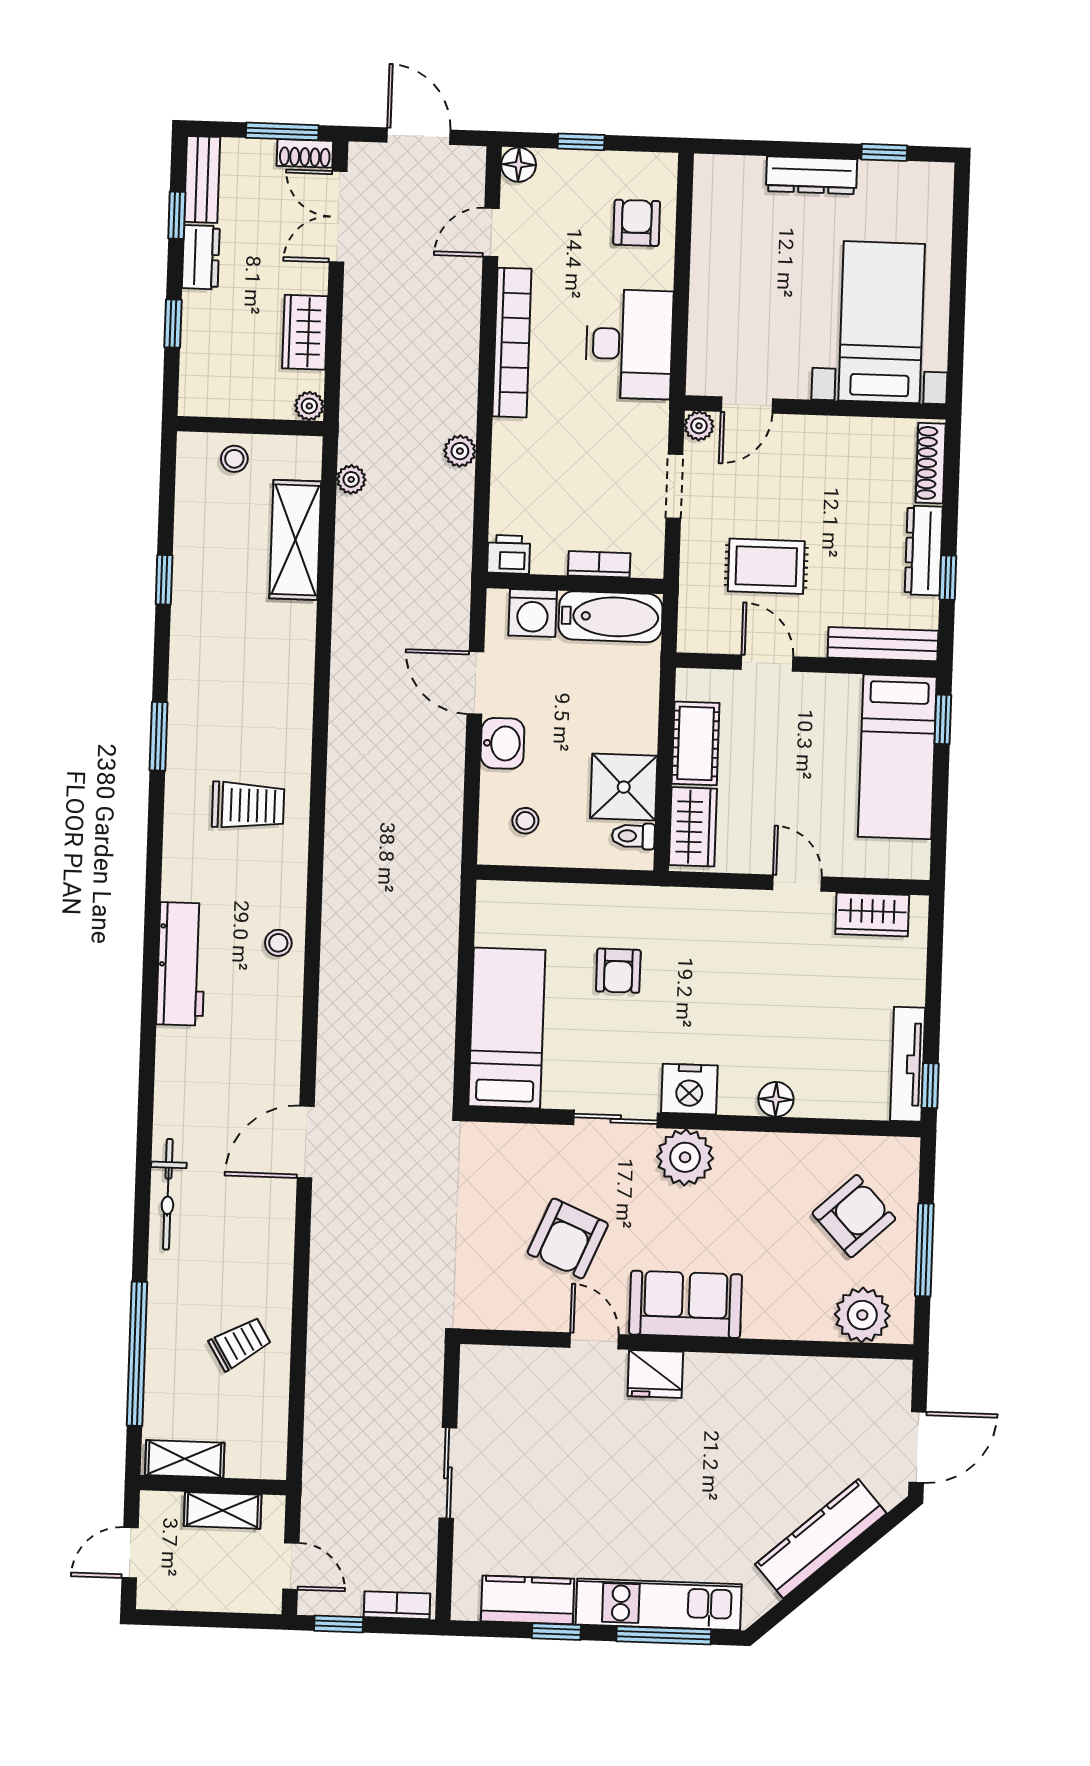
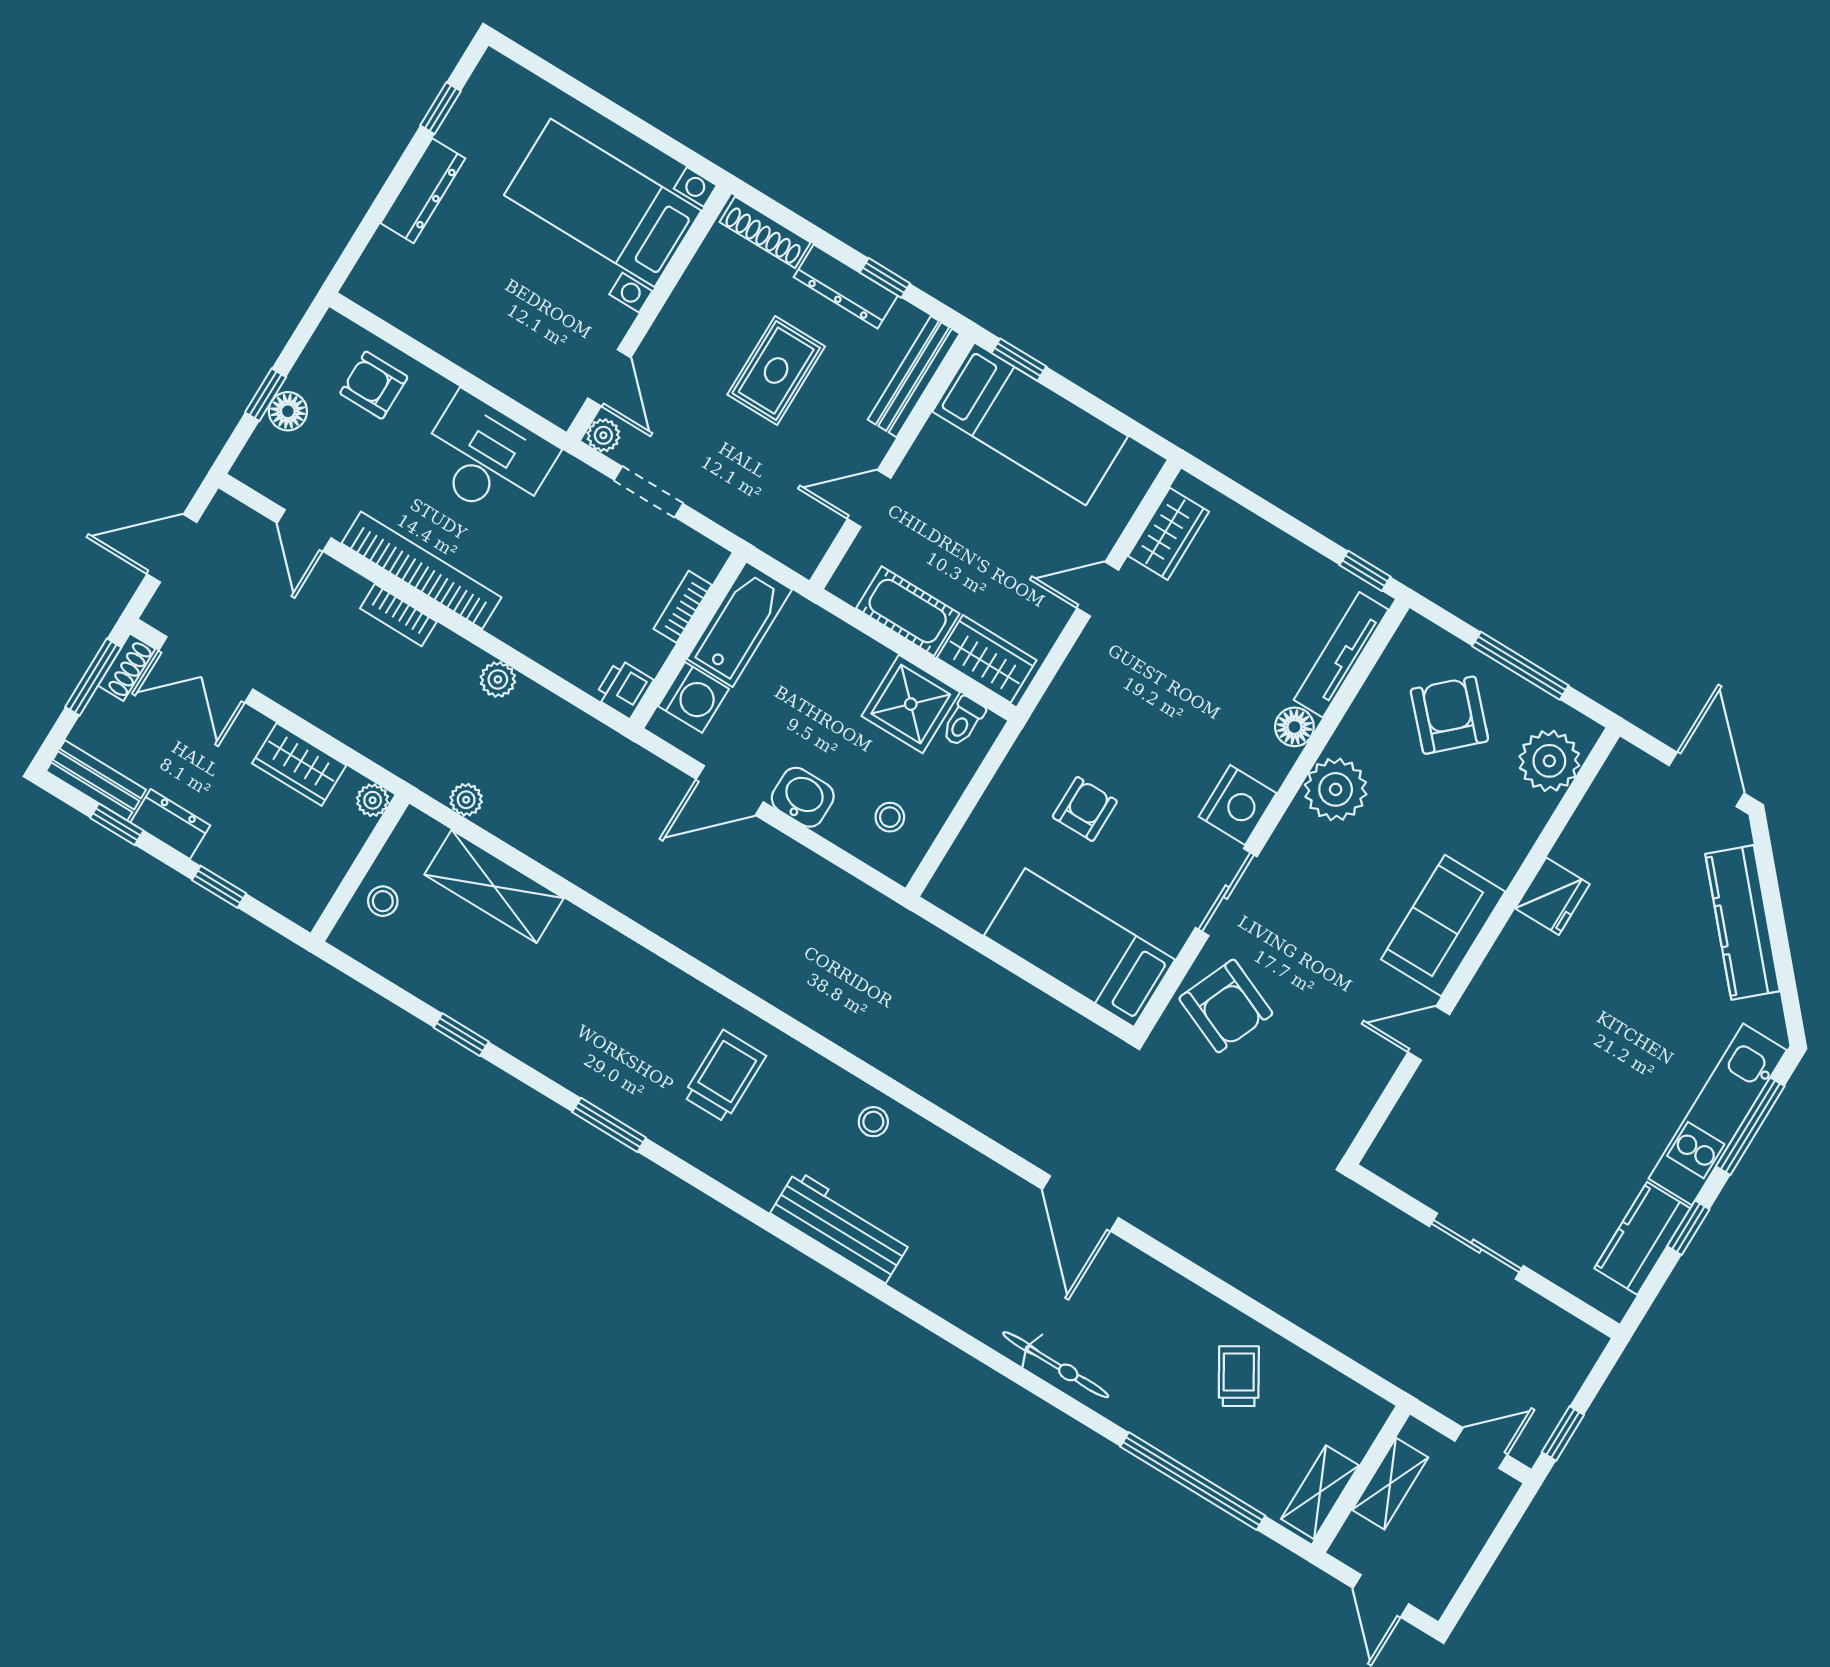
floor lamp: (519, 165) -> (288, 411), moved
rug: (766, 566) -> (776, 371), moved
armchair: (618, 971) -> (1085, 809), turned -90
tv unit: (908, 1064) -> (1341, 655), moved, turned 90
plant: (685, 1157) -> (1336, 789), moved
armchair: (568, 1238) -> (1226, 1006), moved
fridge: (655, 1374) -> (1552, 896), moved
bookcase: (397, 1605) -> (398, 615), moved, turned -90

